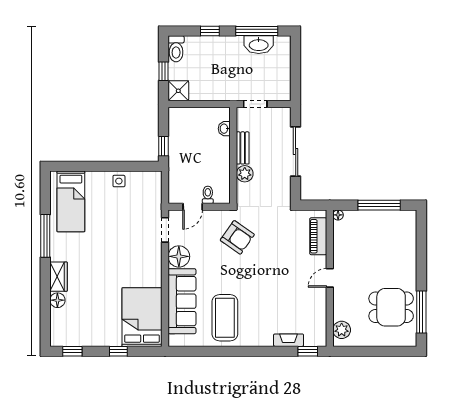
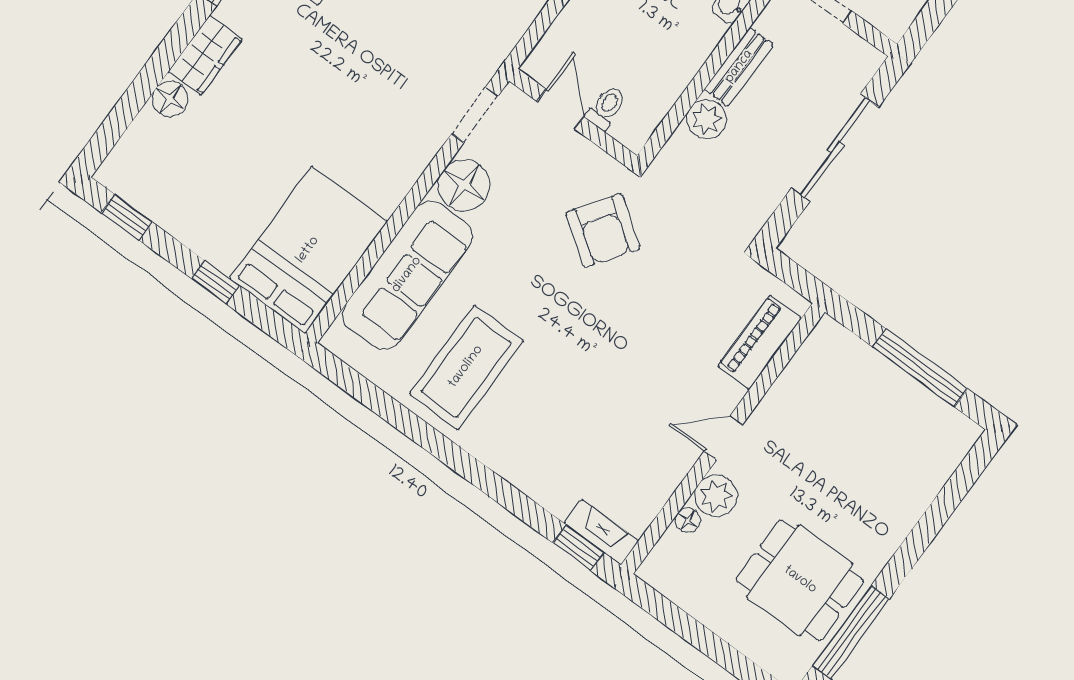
door: (193, 207) -> (560, 109), swing flipped
floor lamp: (338, 215) -> (688, 520), moved
plant: (342, 330) -> (716, 496), moved
fireplace: (289, 340) -> (601, 532), moved

